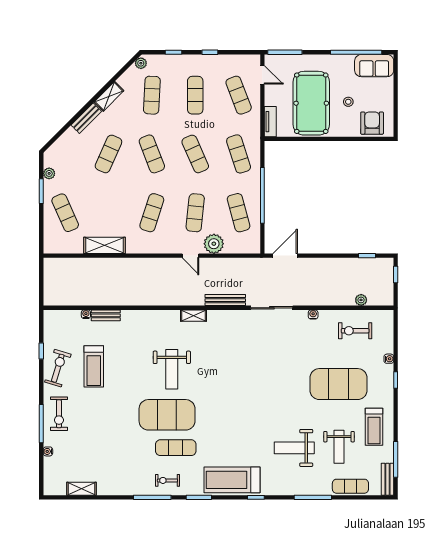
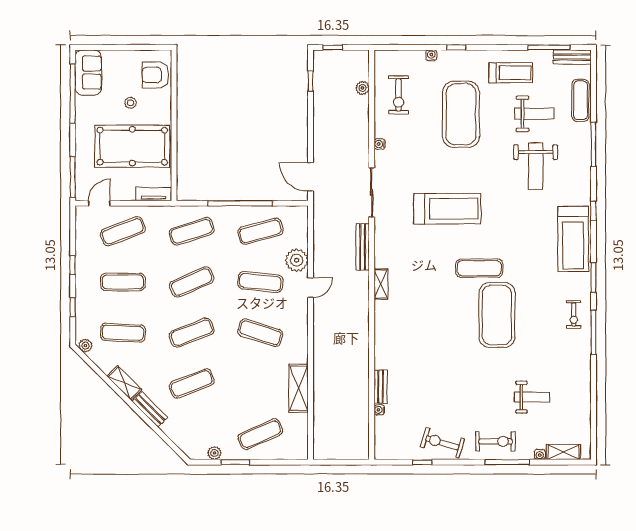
exercise mat: (108, 154) -> (192, 383), turned -45
treadmill: (94, 366) -> (447, 209), moved, width x1.37, depth x1.37
weight bench: (172, 369) -> (532, 397), moved, width x0.73, depth x0.75
exercise mat: (176, 448) -> (479, 268), moved, turned 90
shelving: (81, 489) -> (563, 452), moved, turned 90

